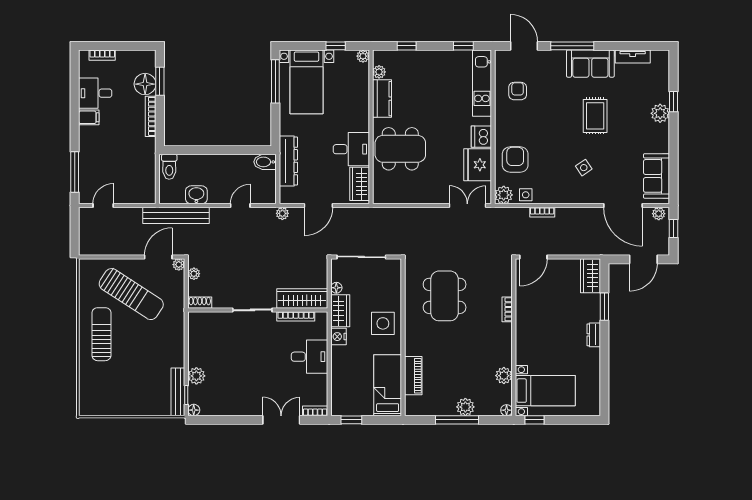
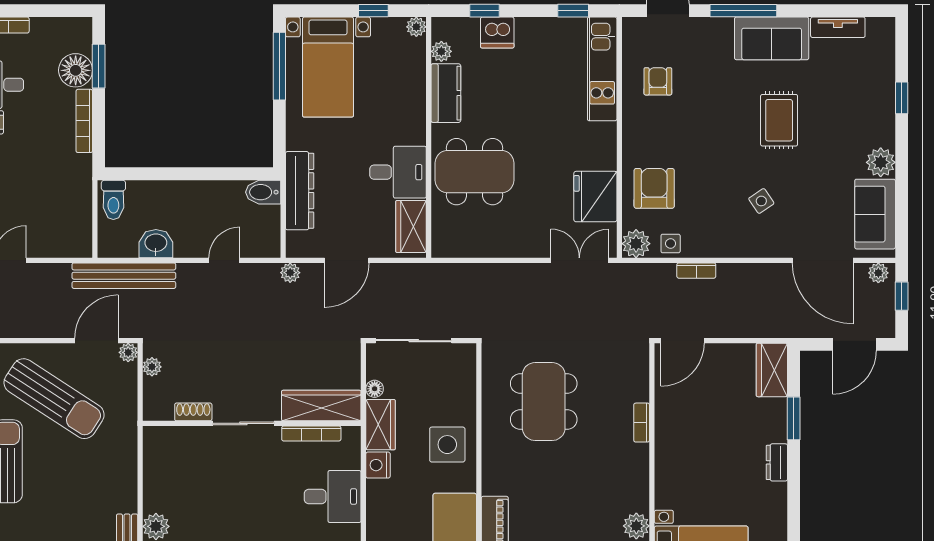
plant: (660, 113) -> (881, 162), moved
dishwasher: (481, 137) -> (497, 32), moved, turned -90
shoe rack: (200, 303) -> (193, 412), moved

